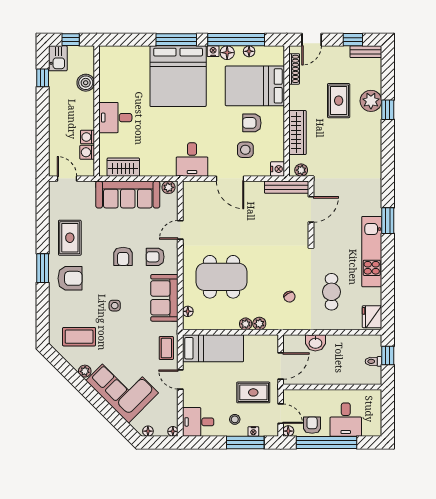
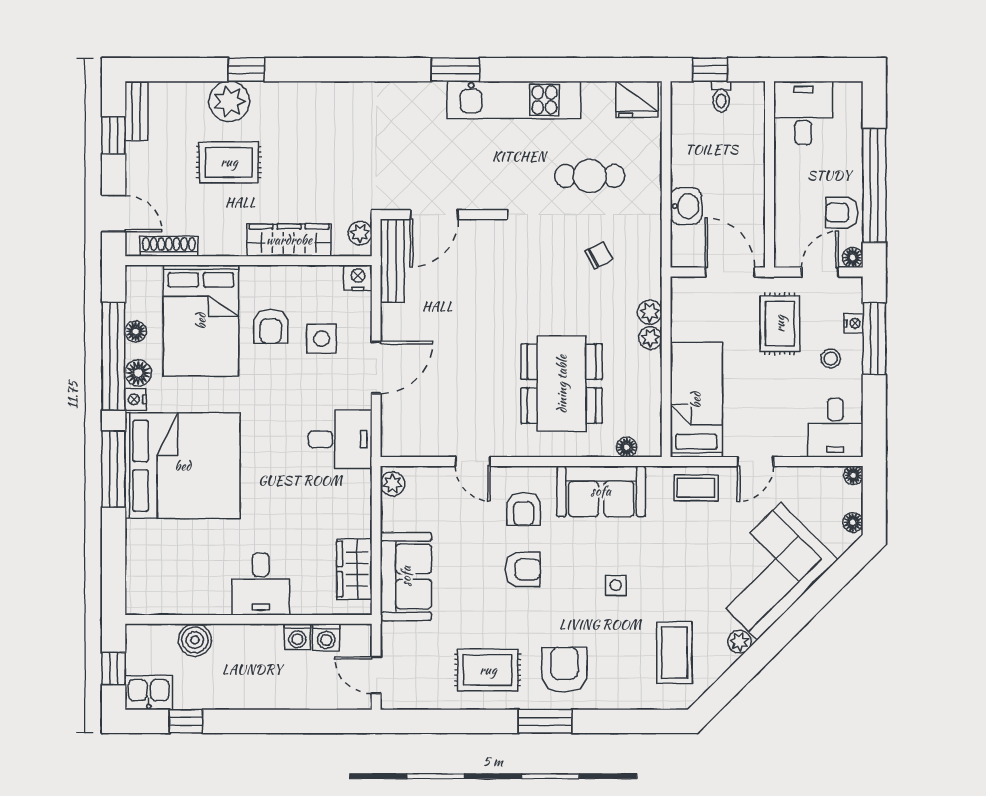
door: (67, 179) -> (376, 675), hinge flipped
sofa: (128, 195) -> (406, 576), width x0.73
door: (311, 209) -> (434, 215), swing flipped
desk: (346, 420) -> (803, 113), moved, turned -90

